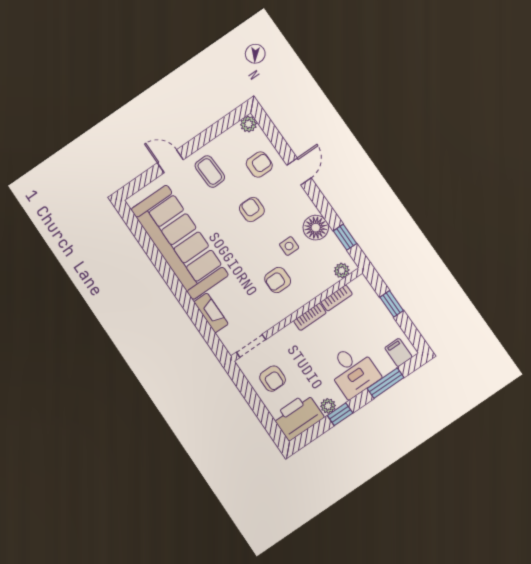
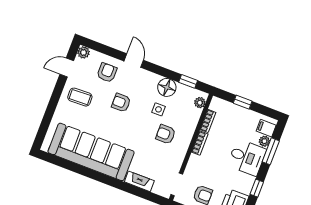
door: (170, 161) -> (67, 68), moved
armchair: (278, 280) -> (166, 134), turned 90
plant: (328, 406) -> (264, 141), moved

